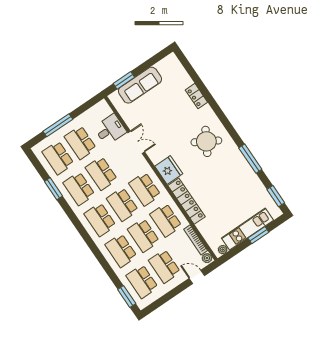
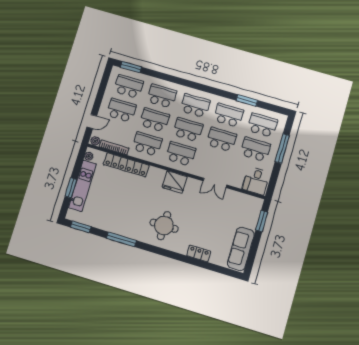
sofa: (140, 85) -> (241, 249), moved
desk: (110, 130) -> (256, 181), moved
round table: (206, 141) -> (164, 226), turned -30
locker: (186, 201) -> (126, 165), moved

